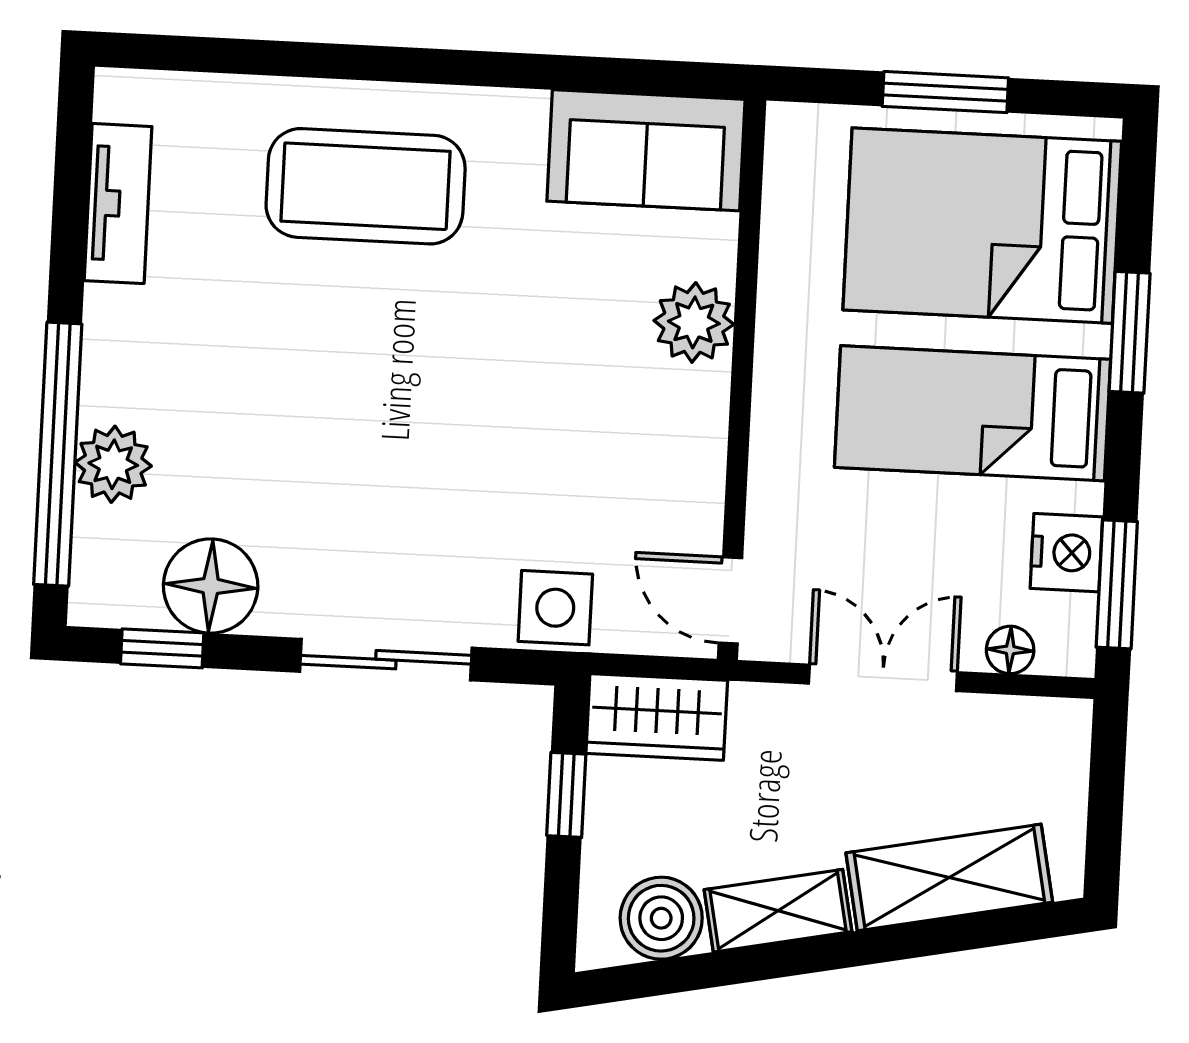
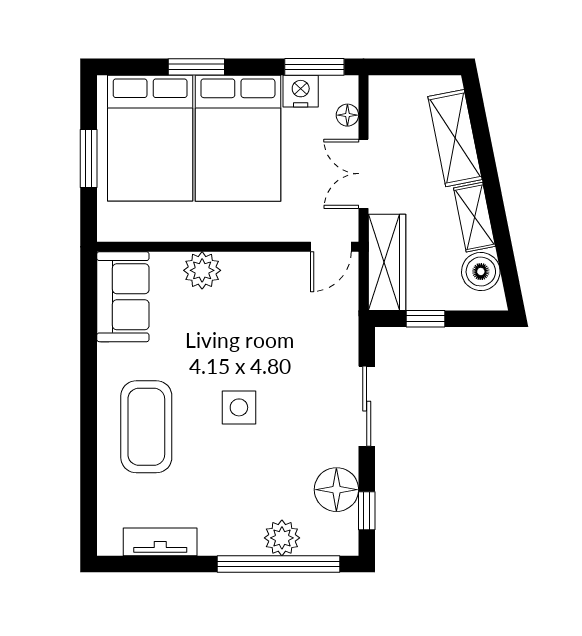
bed: (973, 413) -> (238, 138), width x1.50
side table: (555, 608) -> (239, 407), moved
wardrobe: (657, 717) -> (387, 262), width x1.50

